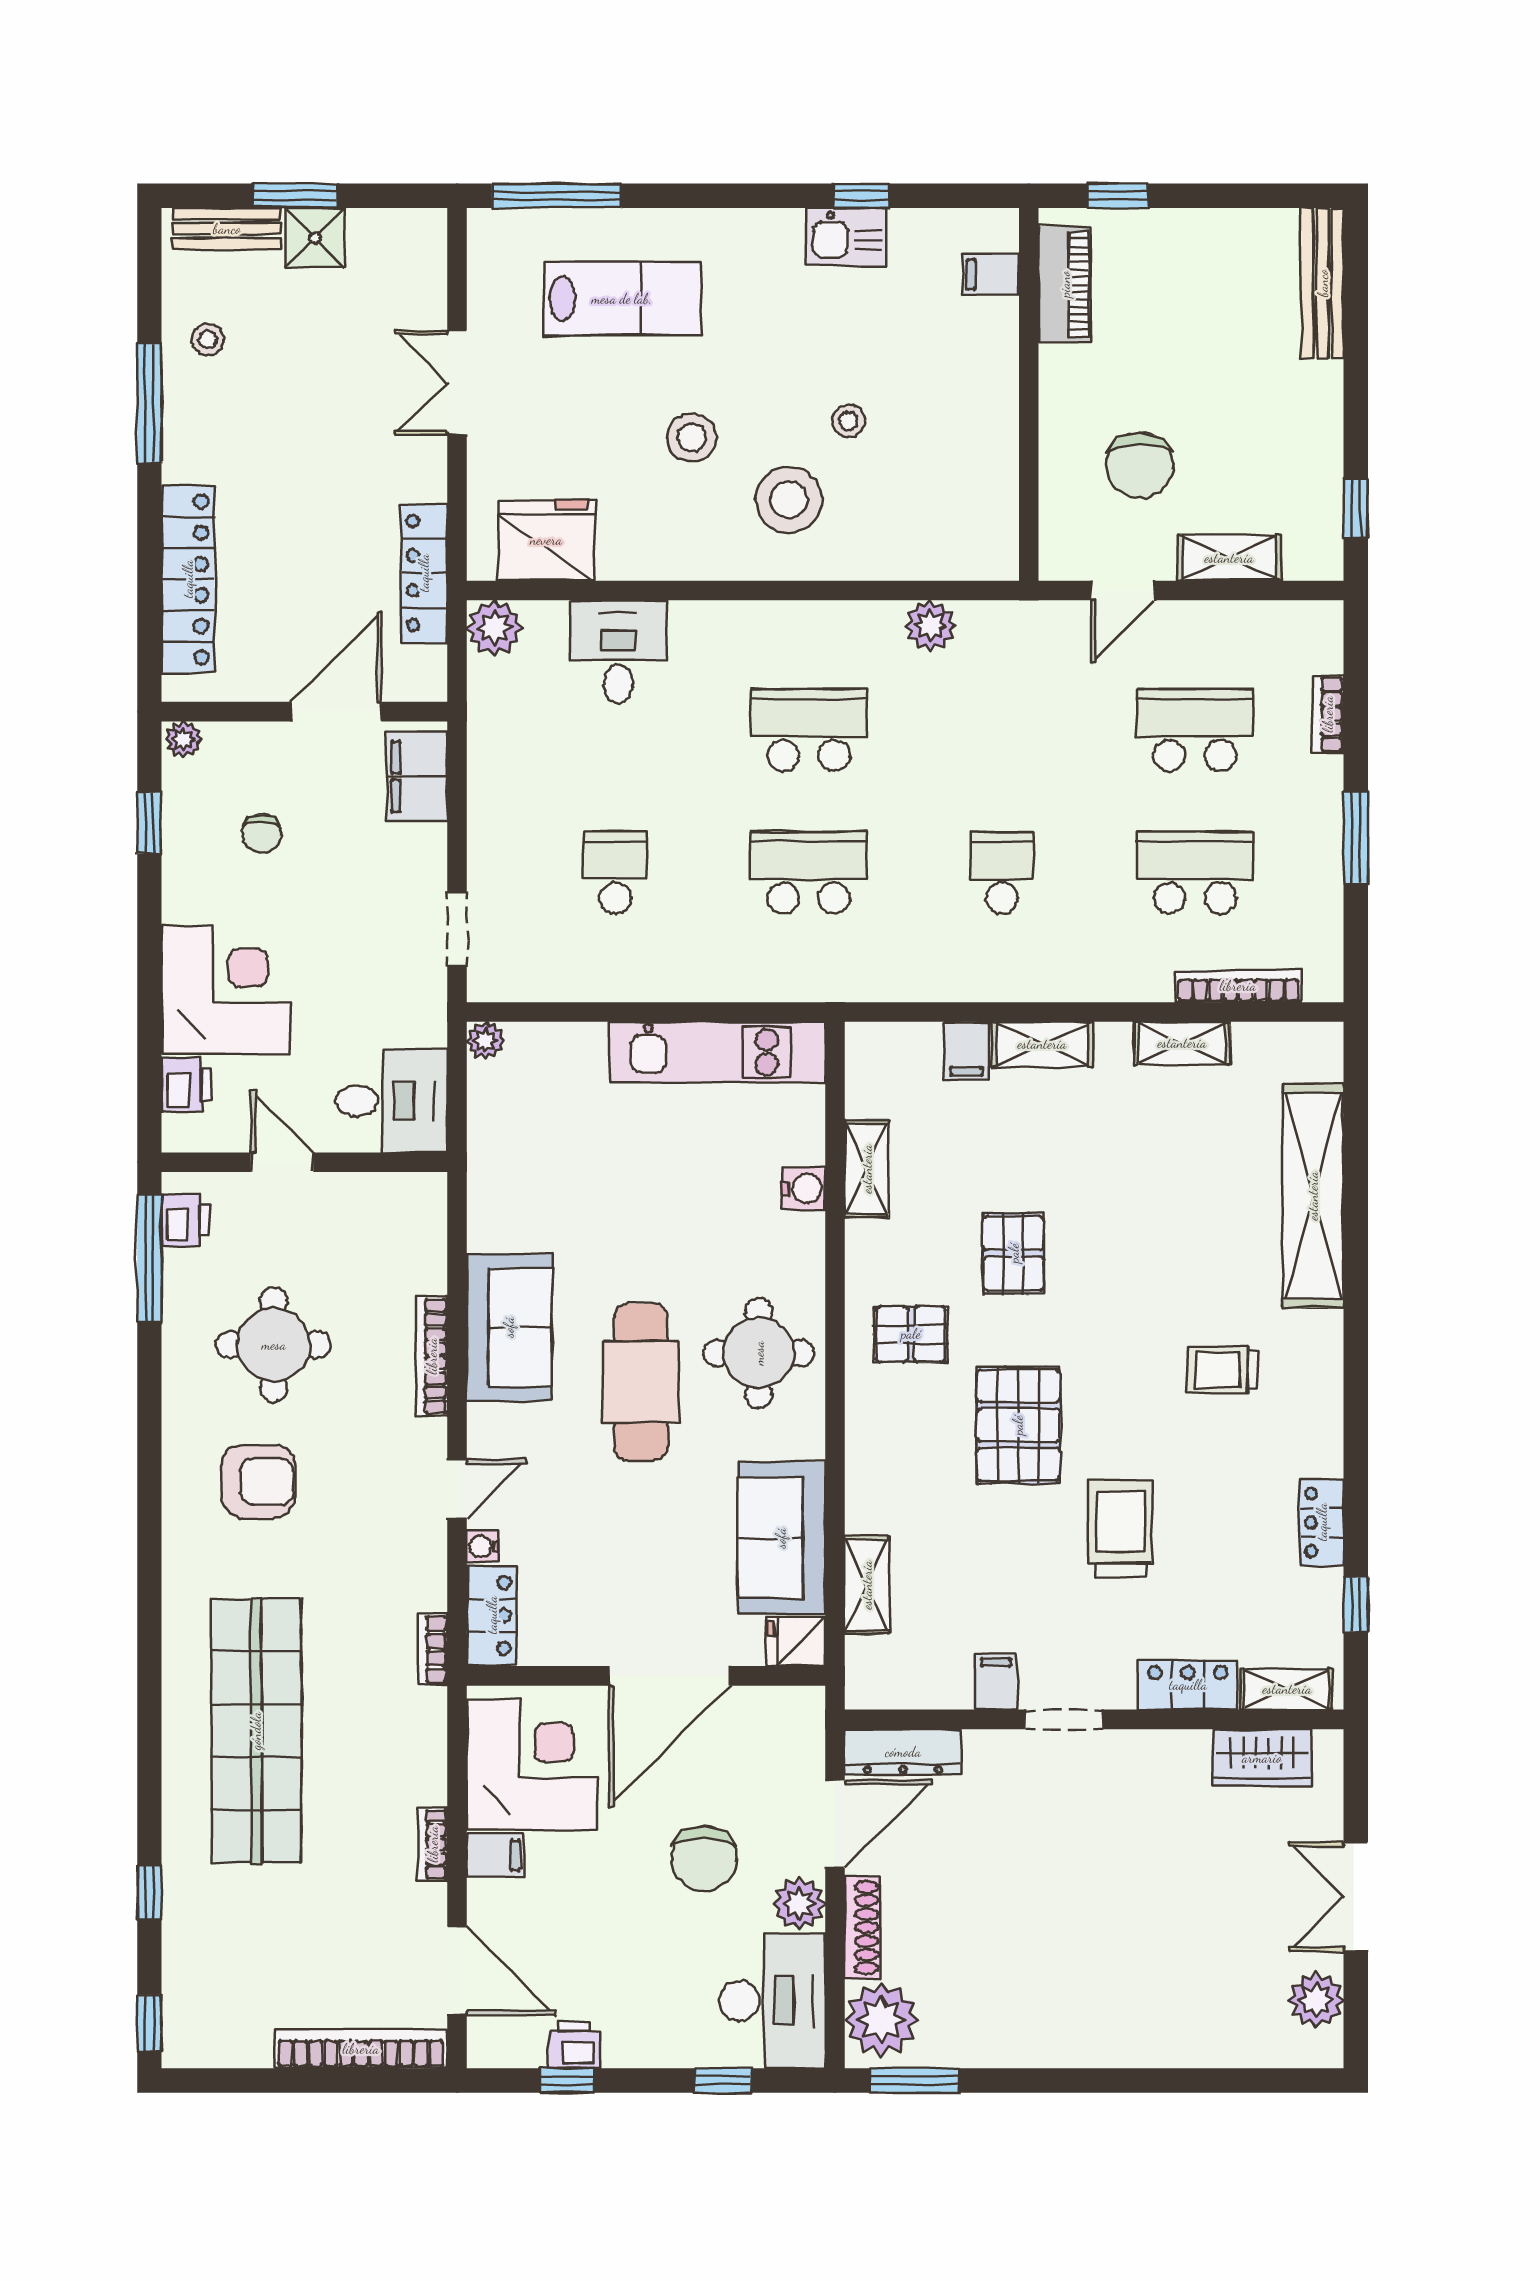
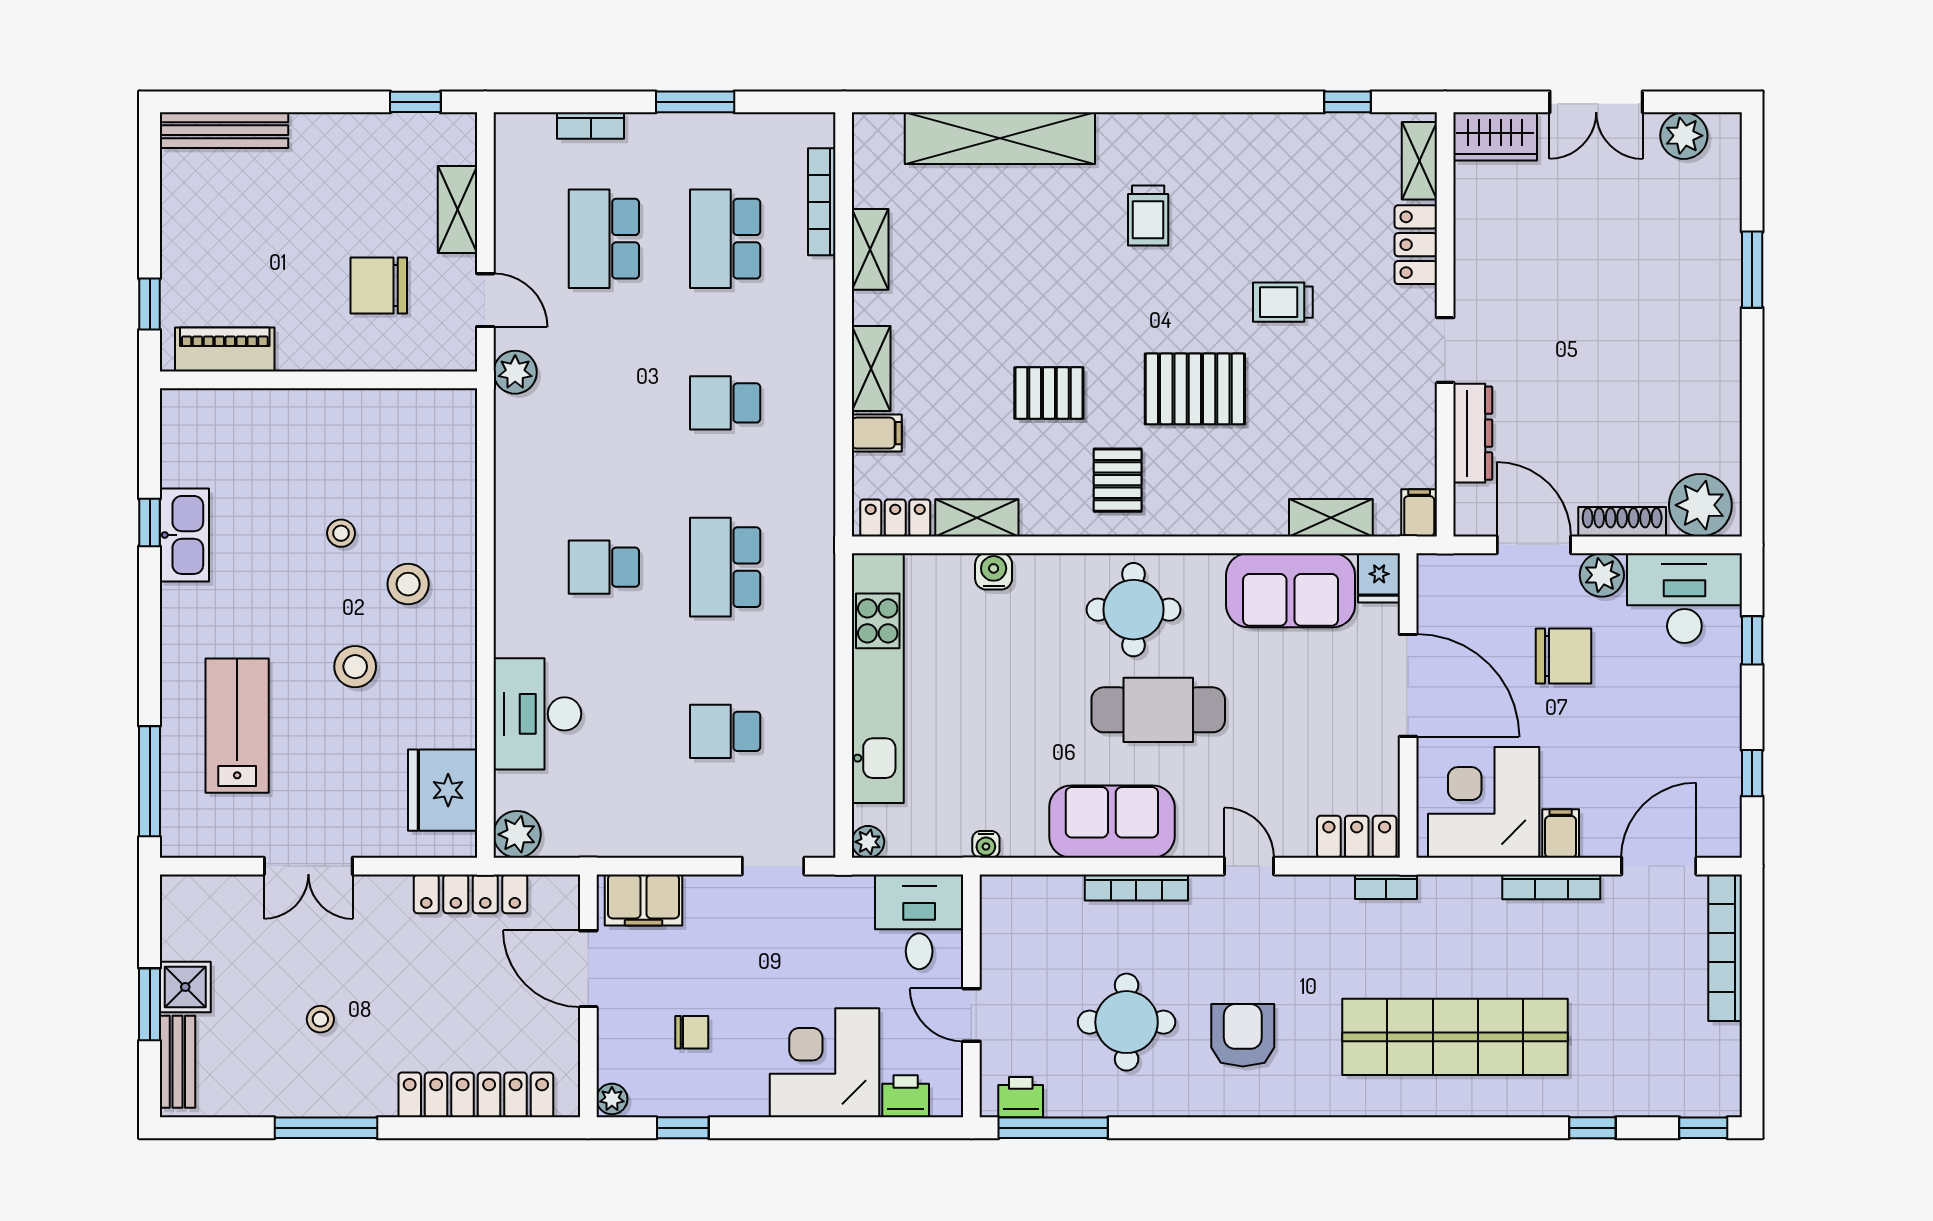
kitchen sink: (846, 237) -> (184, 535), width x1.38
filing cabinet: (991, 275) -> (217, 412), removed
stool: (208, 339) -> (320, 1019), moved
chair: (1140, 465) -> (379, 285), turned 180
stool: (789, 500) -> (408, 584), width x0.73, depth x0.73
plant: (930, 626) -> (515, 372), moved
desk: (618, 652) -> (537, 714), width x1.37
school desk: (809, 730) -> (604, 567), width x0.54
kitchen unit: (717, 1052) -> (878, 678), width x1.36
door: (282, 1162) -> (971, 1015), hinge flipped
locker: (1322, 1522) -> (895, 518), moved, turned 180
trolley: (1120, 1528) -> (1283, 302), width x0.73, depth x0.72
water cooler: (483, 1547) -> (986, 844), moved
filing cabinet: (996, 1682) -> (1419, 513), moved, turned 90
dresser: (903, 1752) -> (1473, 433), moved
wardrobe: (1262, 1758) -> (1495, 136), moved, turned 90
bookcase: (433, 1844) -> (1551, 887), width x1.56
printer: (574, 2045) -> (1722, 767), removed
window: (915, 2080) -> (1752, 270), moved

